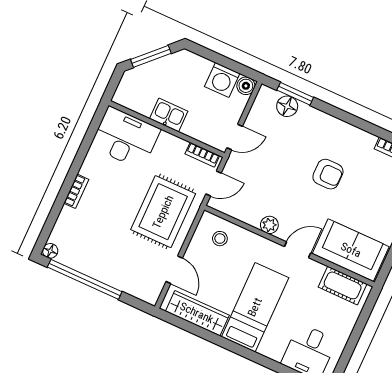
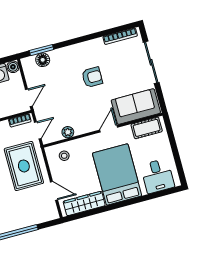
plant: (269, 225) -> (68, 132), moved
bed: (255, 307) -> (117, 174), width x1.50

